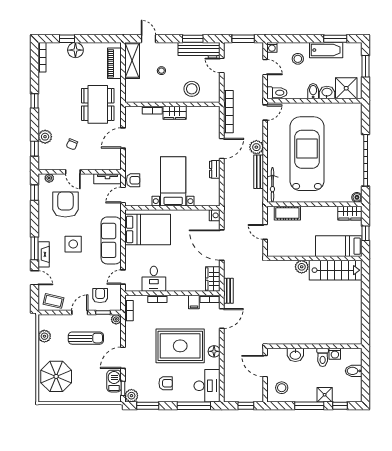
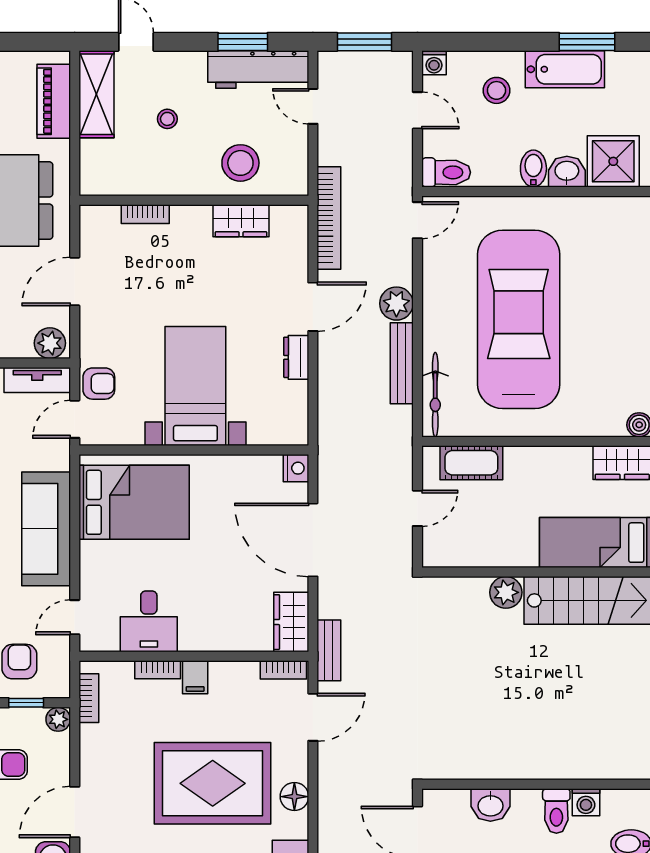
wardrobe: (175, 113) -> (241, 221), moved
plant: (113, 164) -> (50, 343), added
door: (265, 232) -> (417, 508), swing flipped
filing cabinet: (194, 302) -> (195, 677), moved

